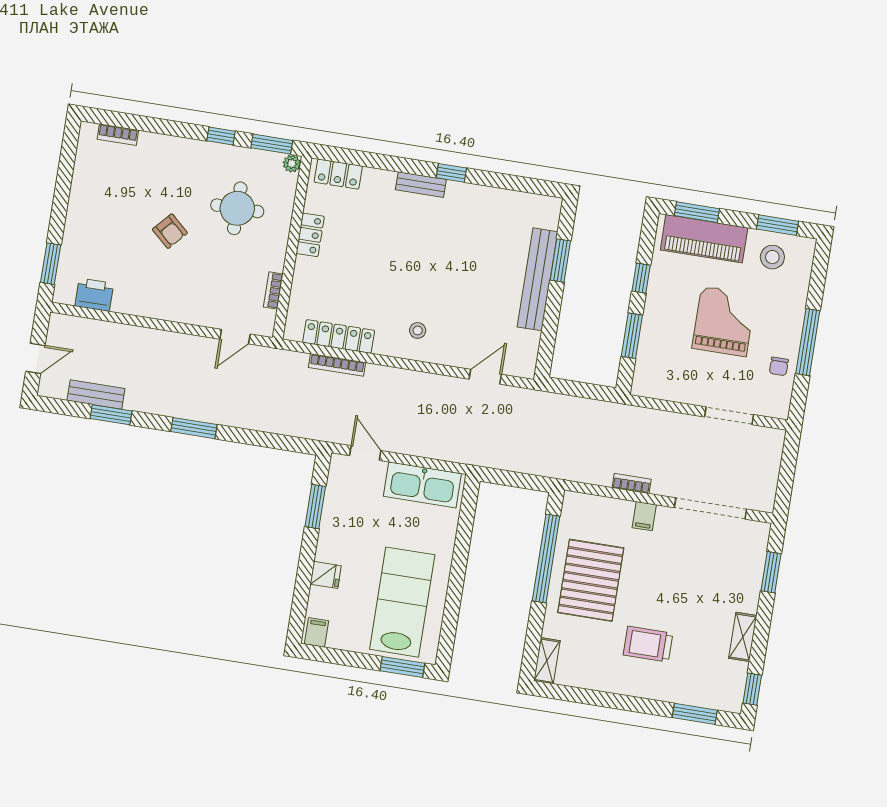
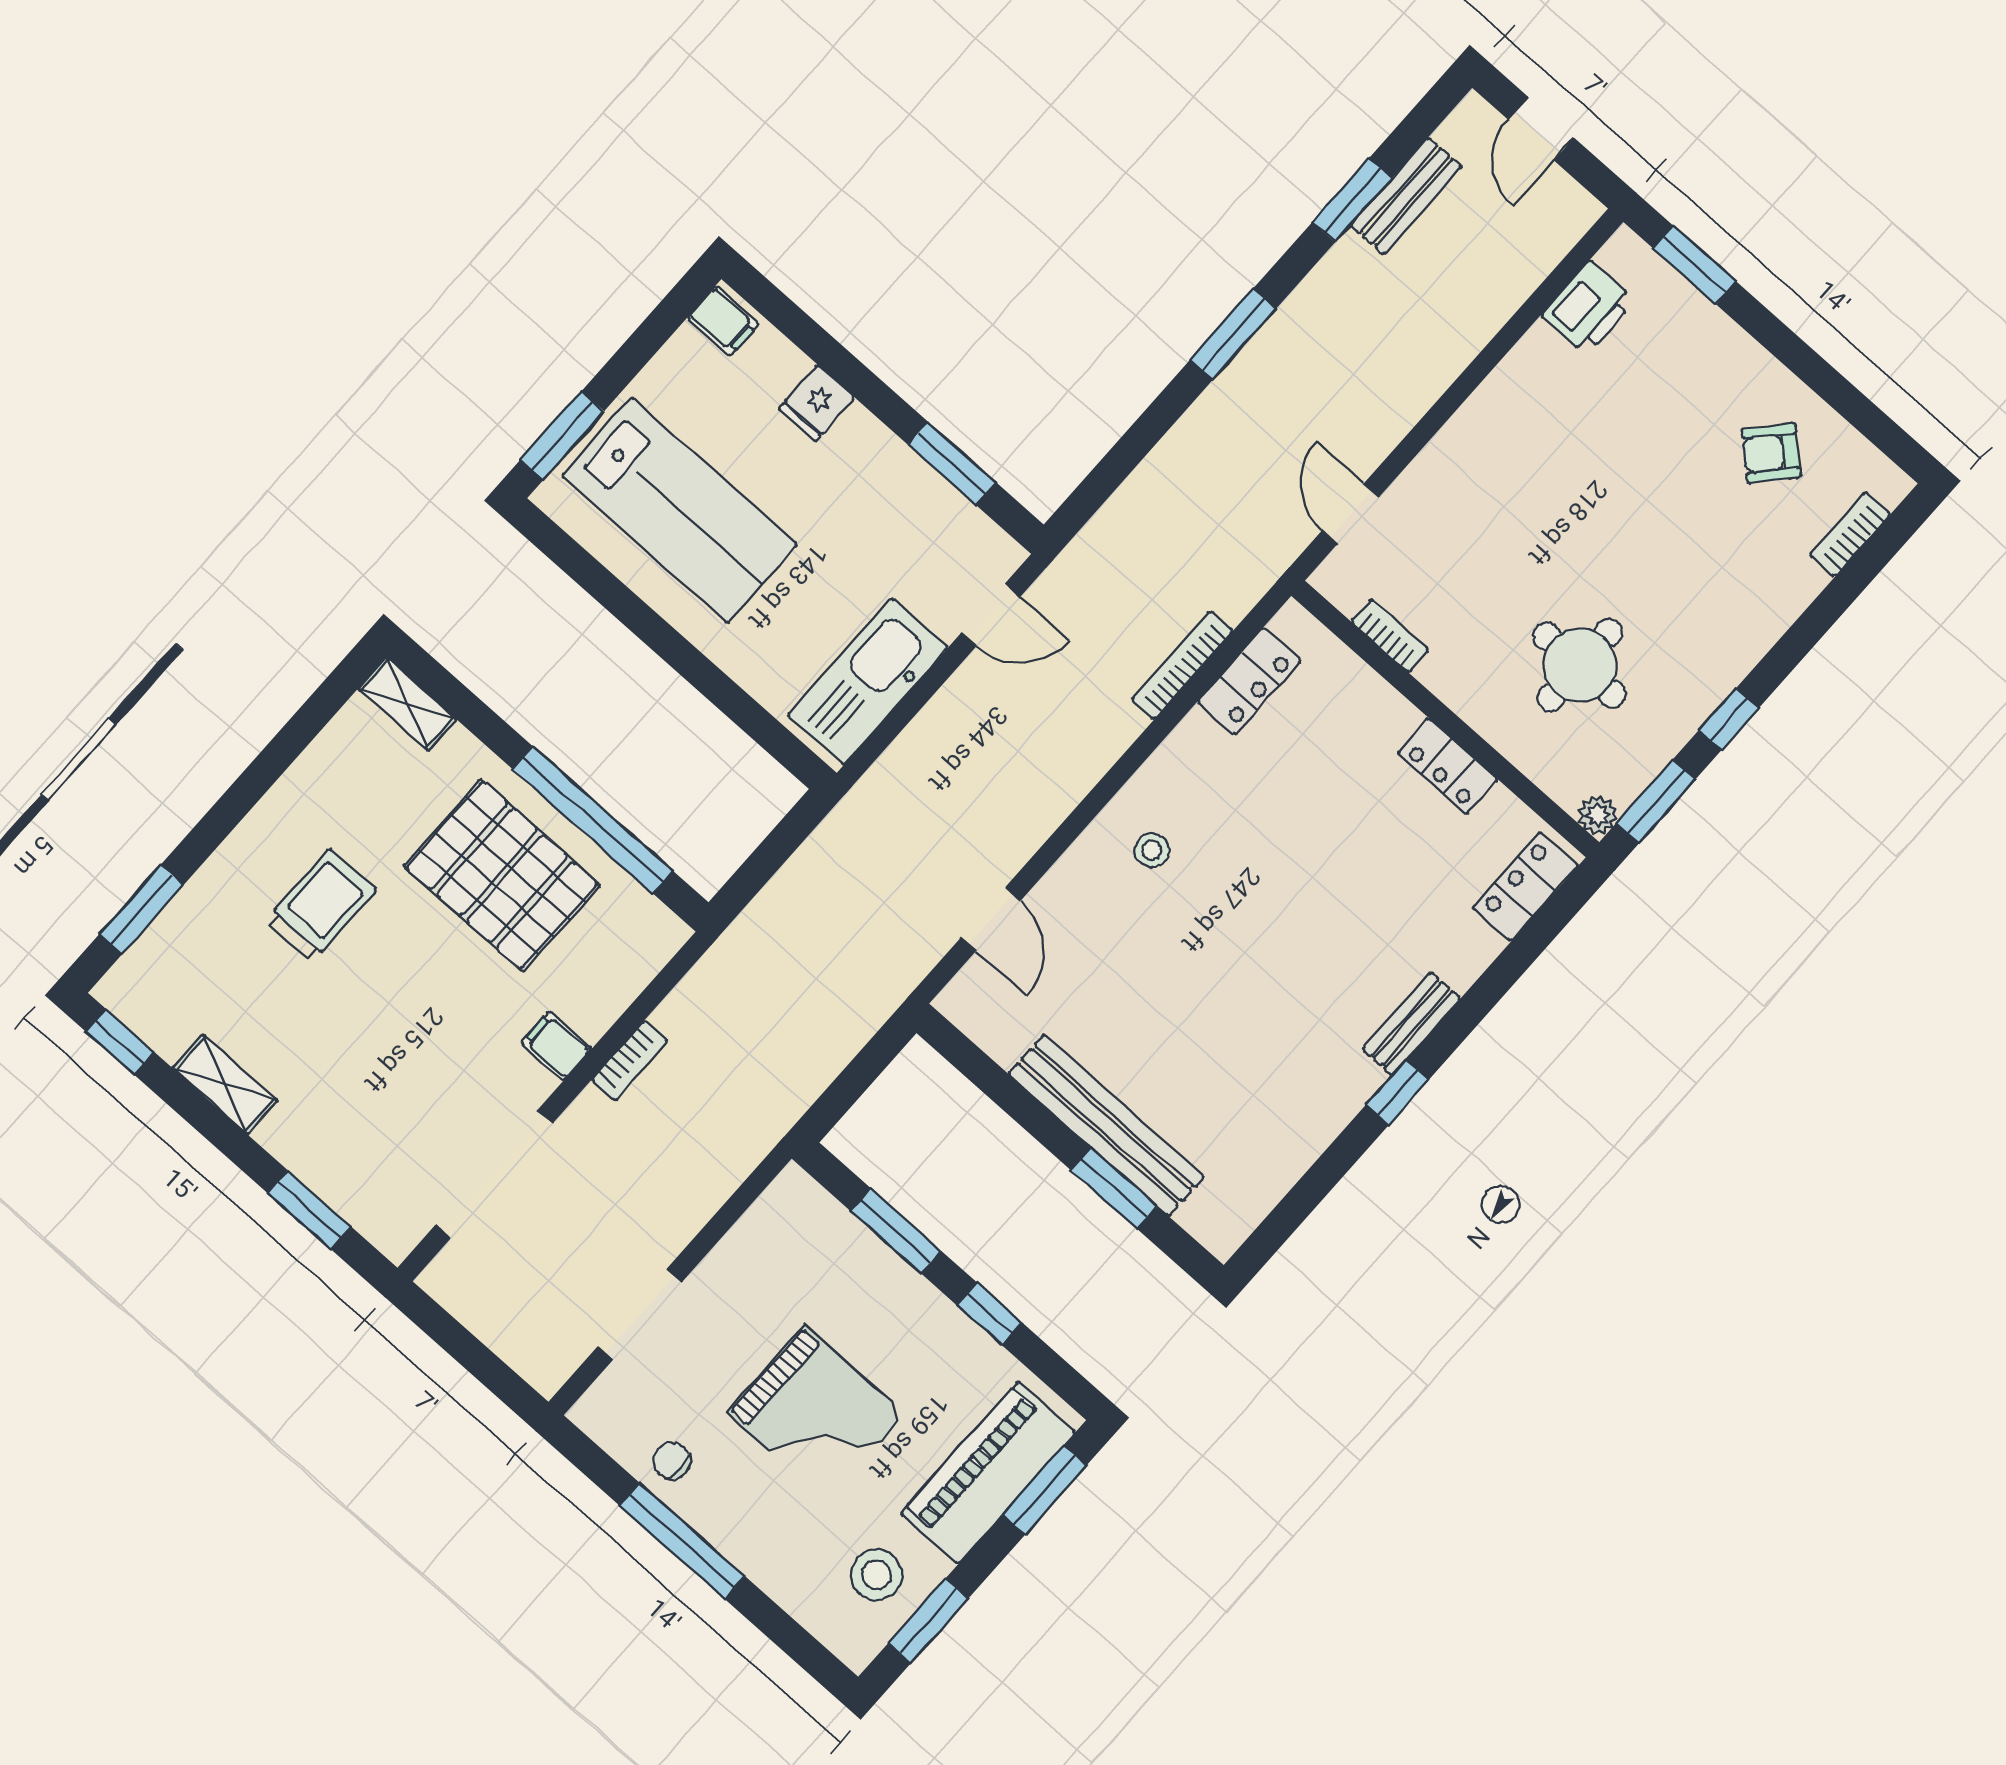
armchair: (170, 231) -> (1771, 453), moved
locker: (339, 336) -> (1249, 681), width x0.66

